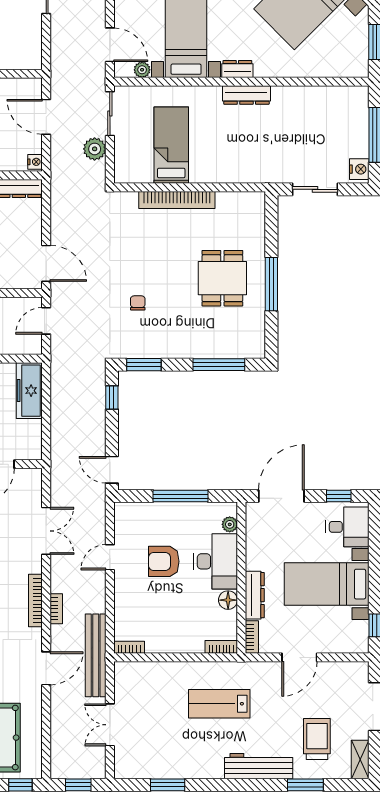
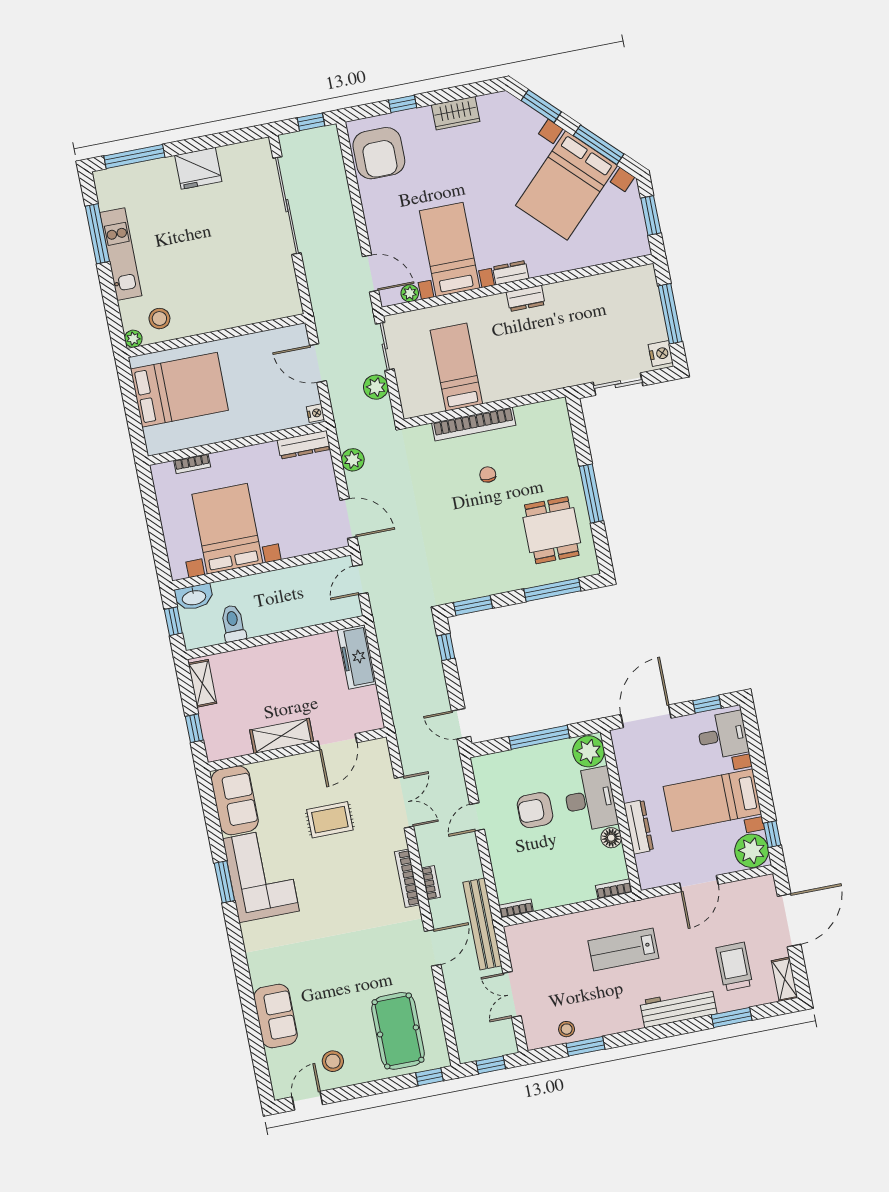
dresser: (246, 95) -> (526, 298), width x0.70
plant: (61, 211) -> (353, 460), added
dining table: (222, 278) -> (552, 530), moved
chair: (138, 303) -> (488, 475), moved
plant: (230, 524) -> (589, 751), width x1.88, depth x1.88
bookcase: (252, 637) -> (644, 872), removed
plant: (353, 637) -> (752, 851), added
stool: (153, 766) -> (567, 1029), added

